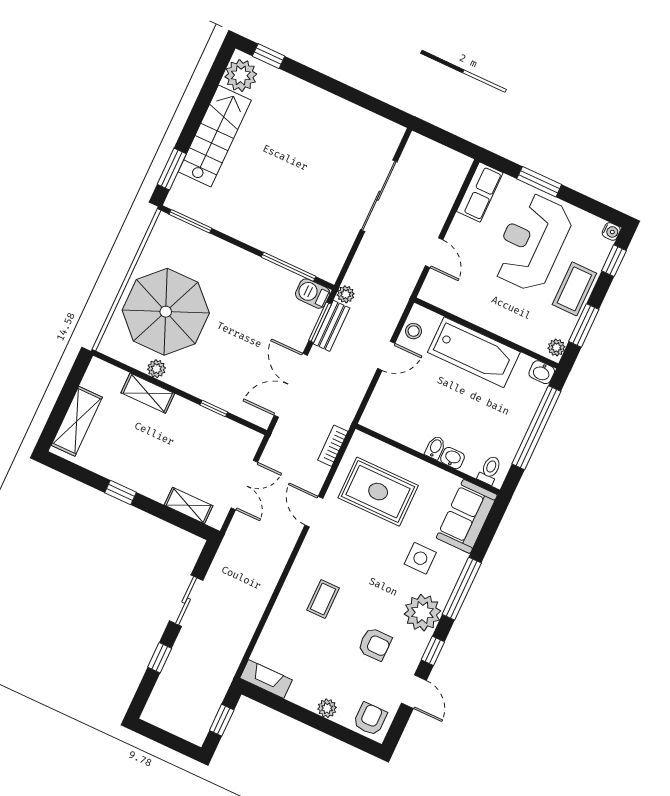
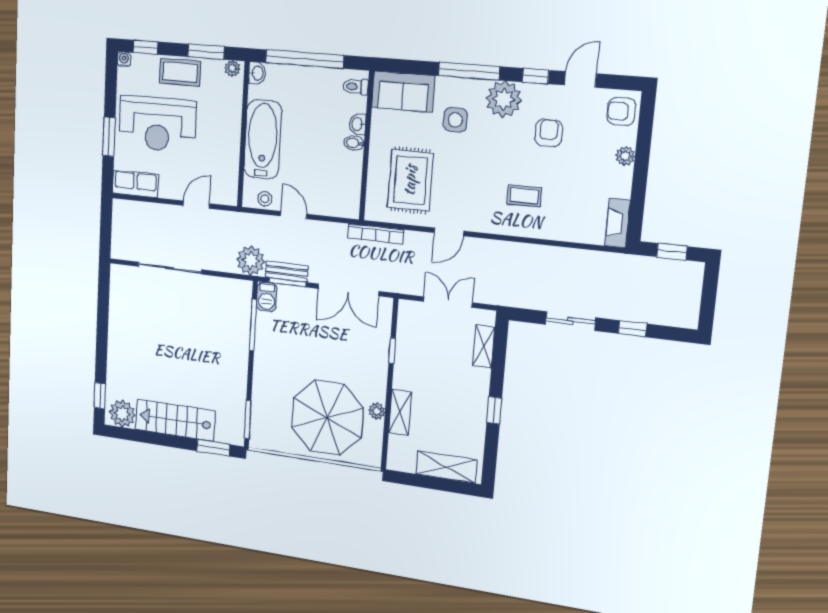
plant: (346, 294) -> (251, 261), width x1.87, depth x1.87
bookcase: (333, 446) -> (376, 234), width x1.56

